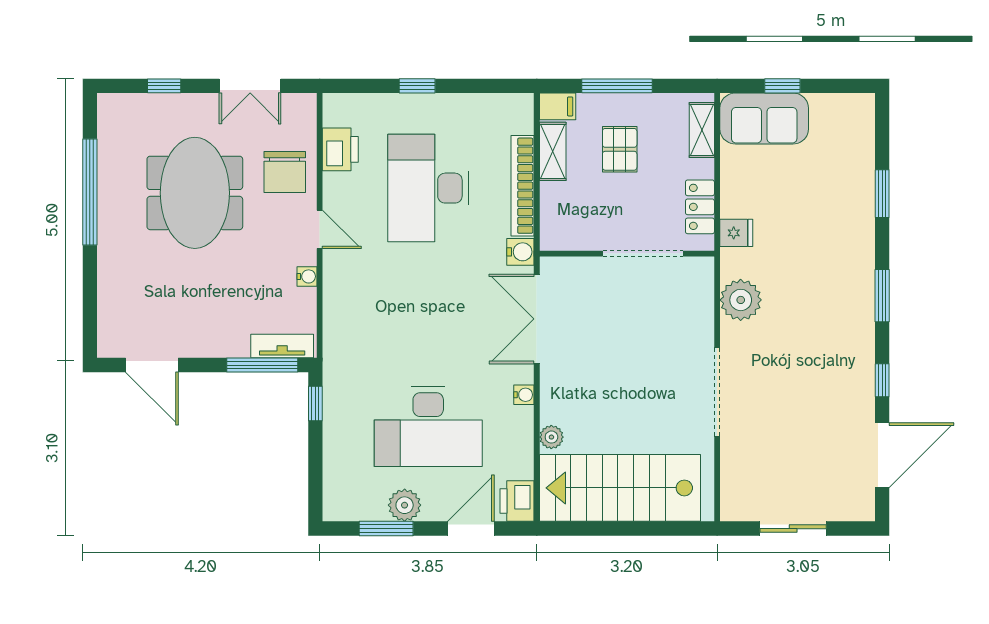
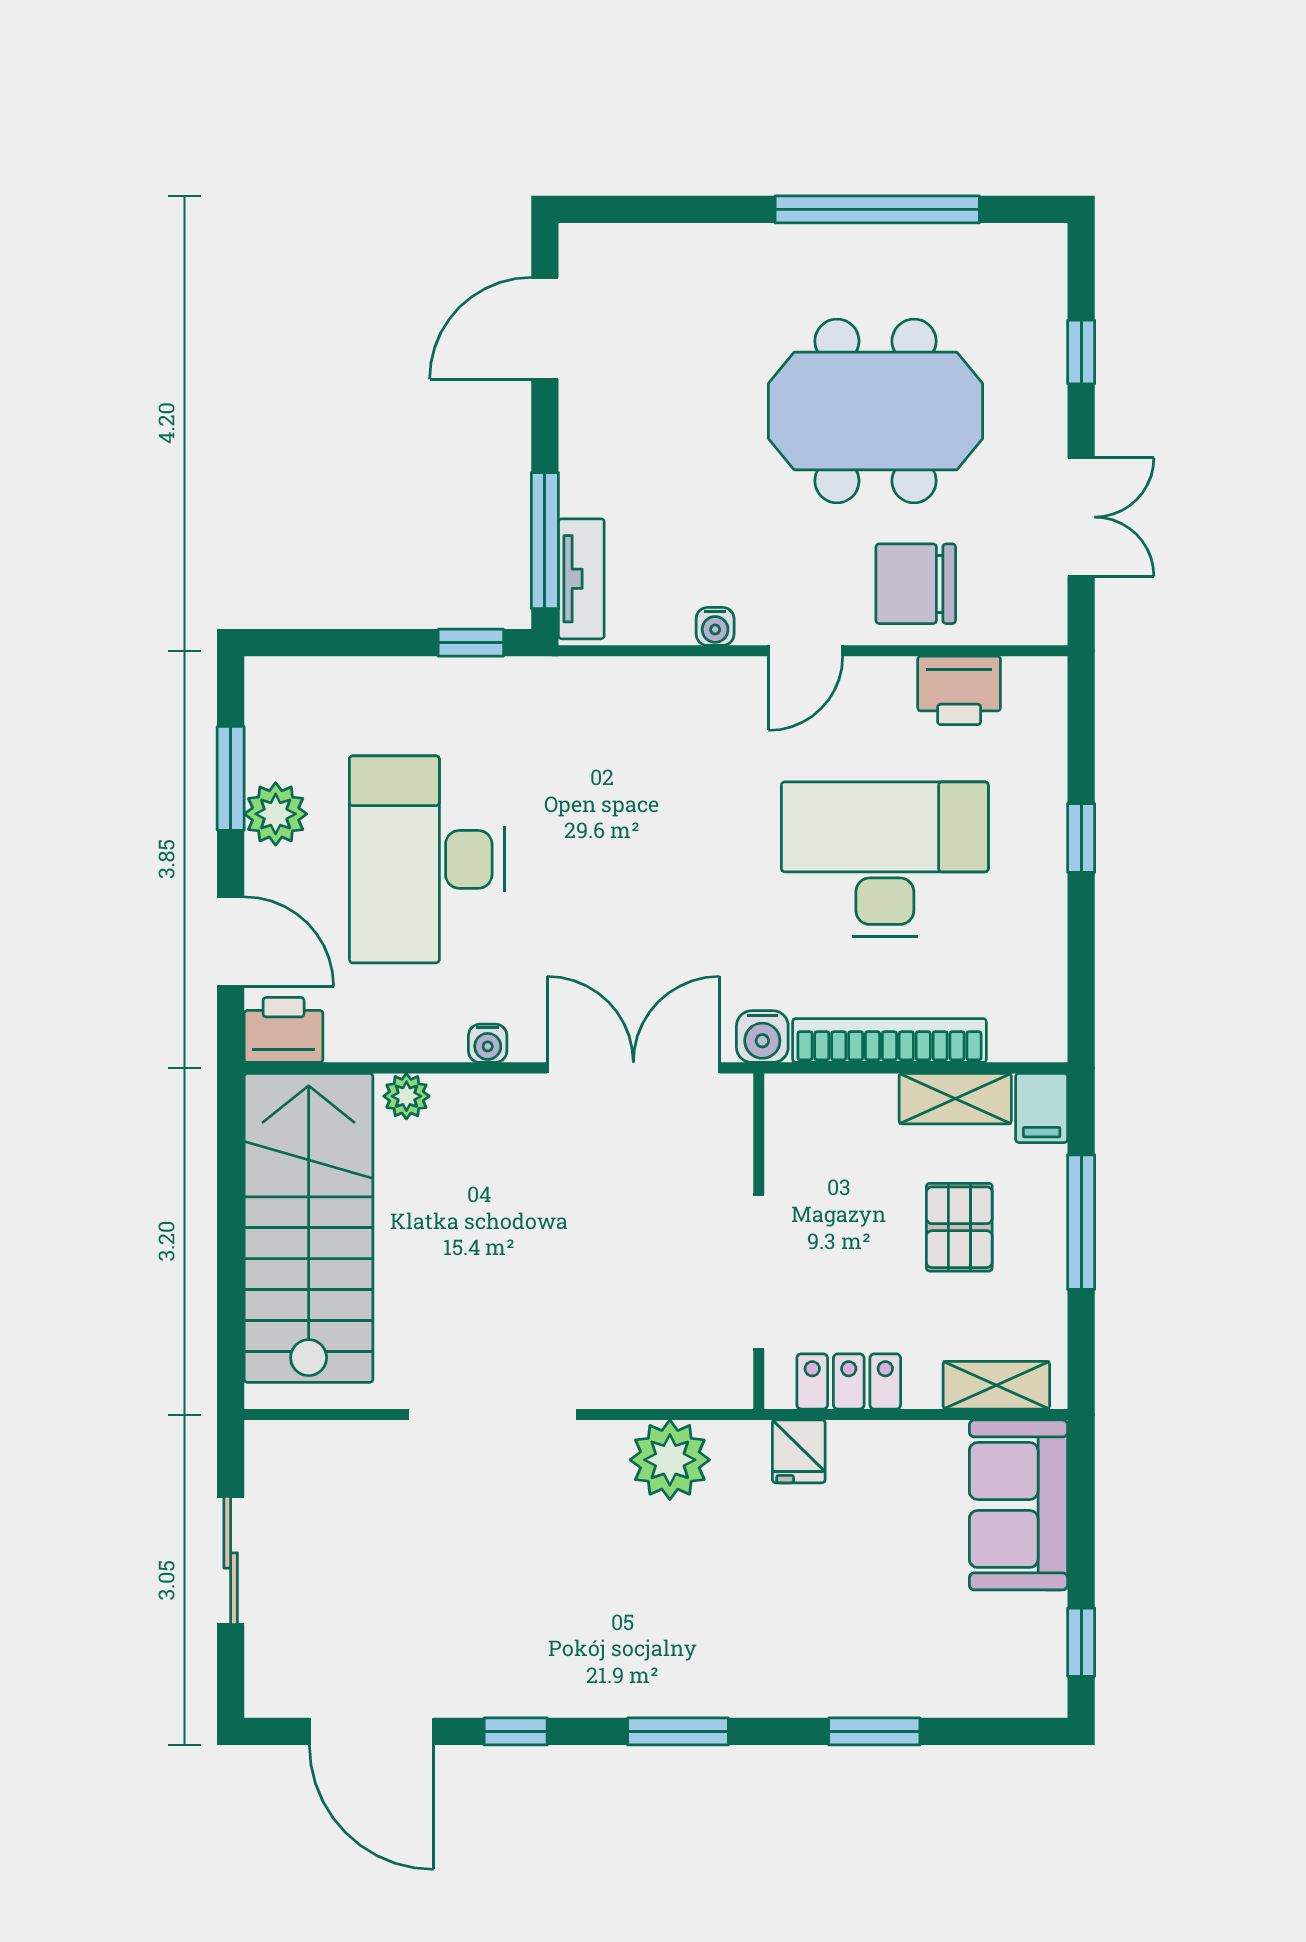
double door: (250, 86) -> (1081, 517), swing flipped
window: (782, 86) -> (1081, 1642), moved
pallet: (620, 149) -> (959, 1227), turned 90

